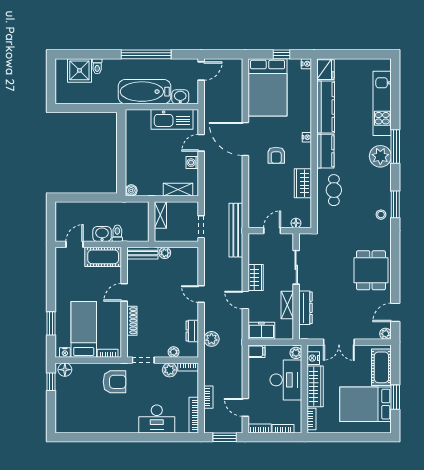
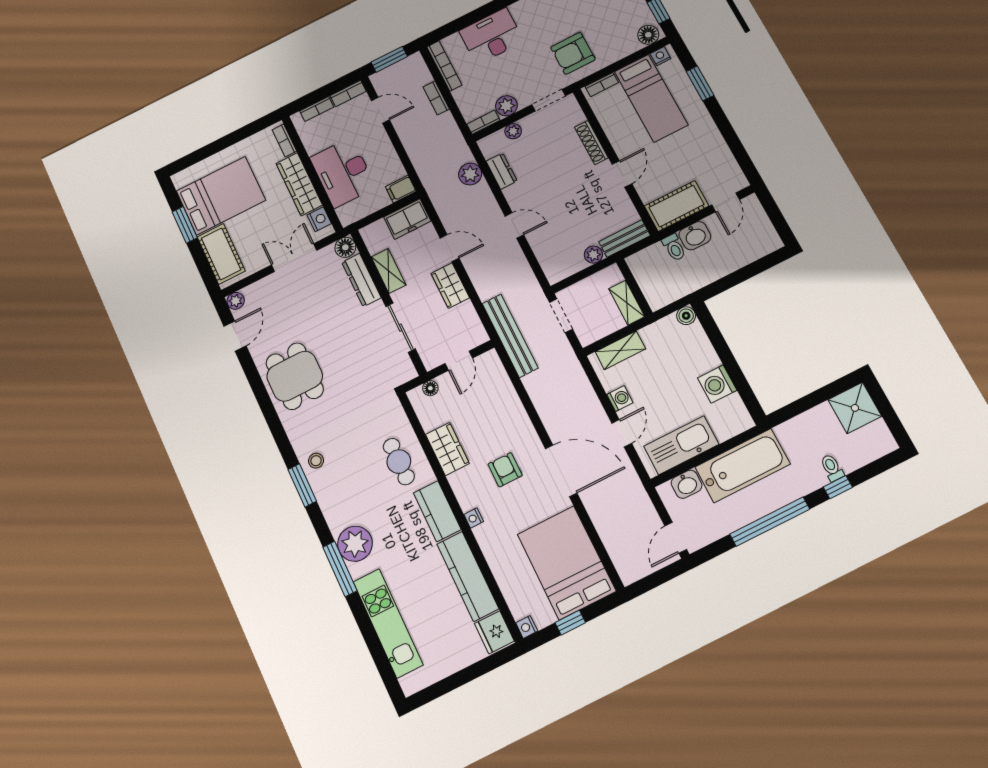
window: (100, 54) -> (838, 487), added
shower: (79, 70) -> (855, 408), moved
washing machine: (134, 143) -> (717, 384), added
floor lamp: (306, 333) -> (345, 247), added
plant: (296, 353) -> (346, 214), removed

